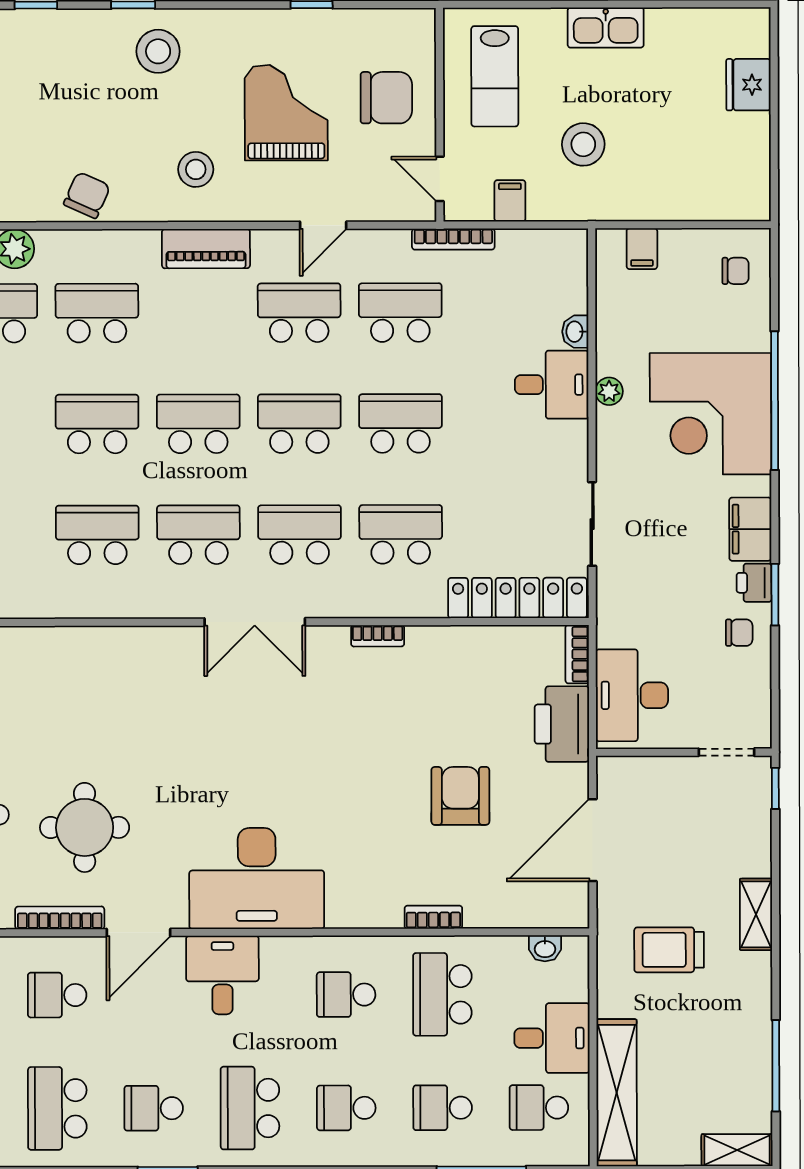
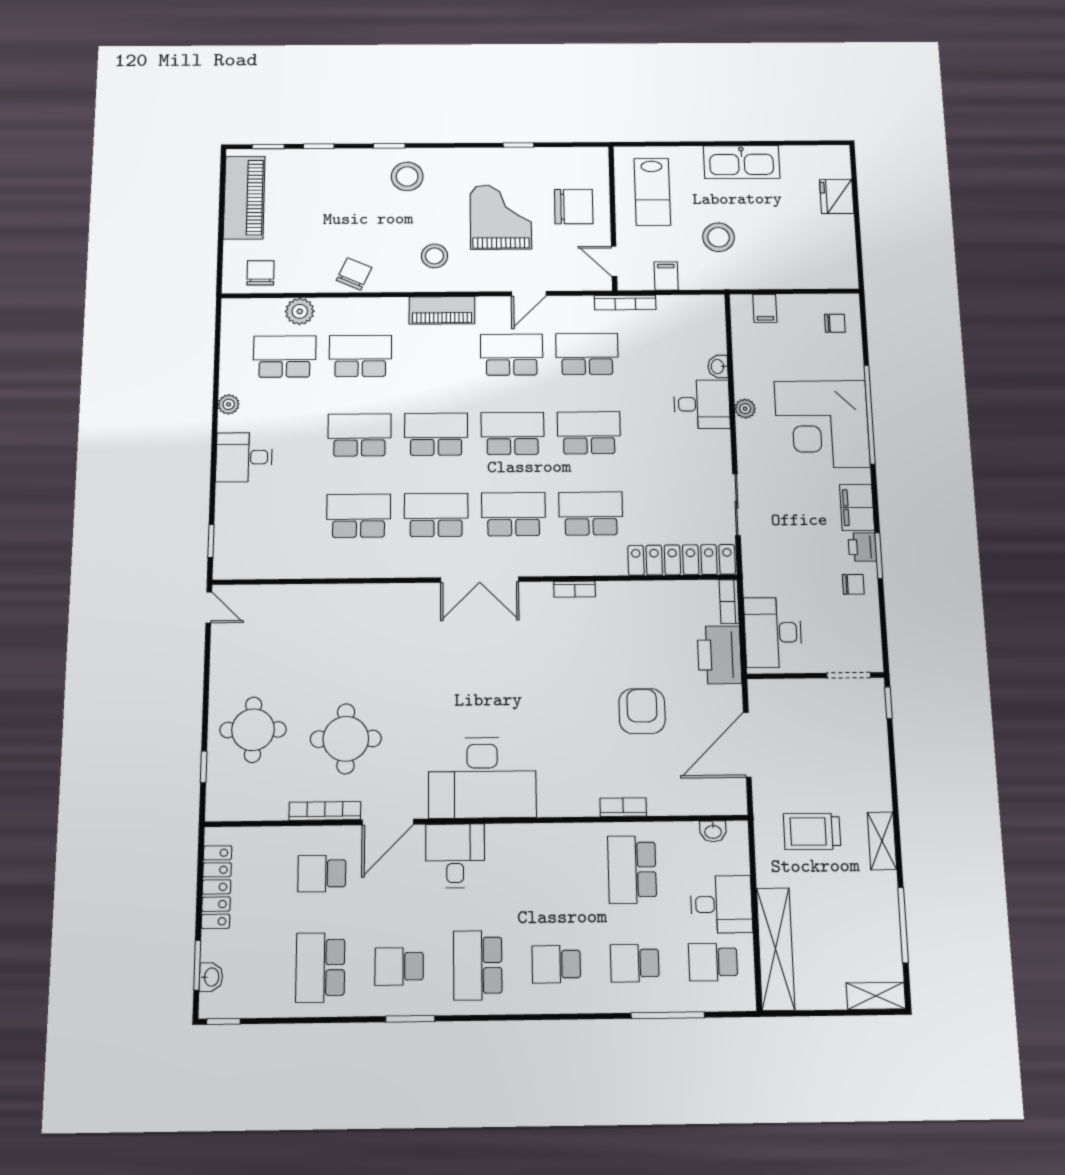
kitchen sink: (606, 28) -> (742, 162), width x1.36, depth x1.24
shelving: (756, 914) -> (882, 841), moved
school desk: (346, 995) -> (555, 871), removed

